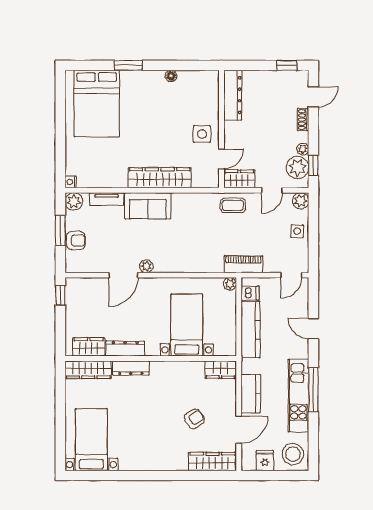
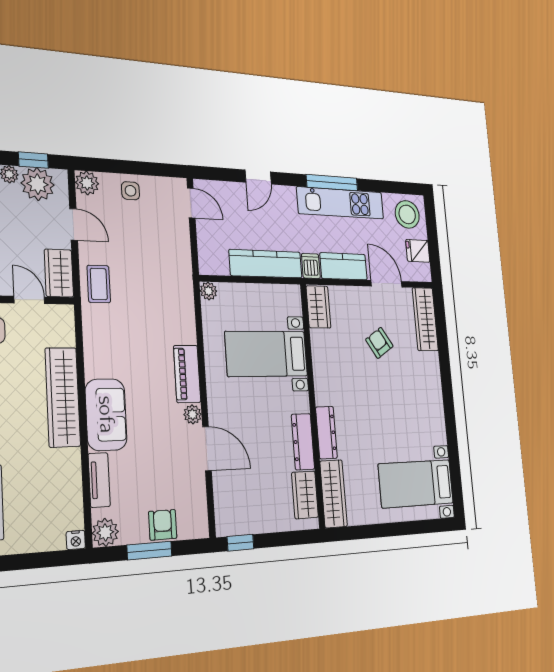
piano: (243, 264) -> (187, 374), moved
dishwasher: (250, 293) -> (311, 266), moved

